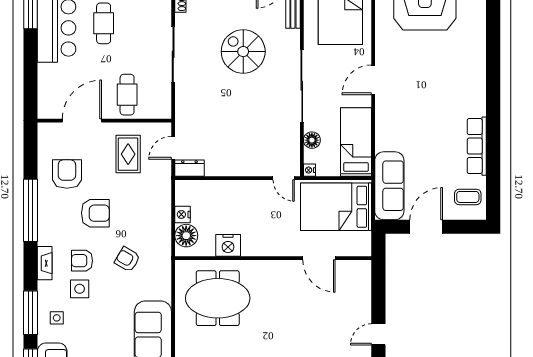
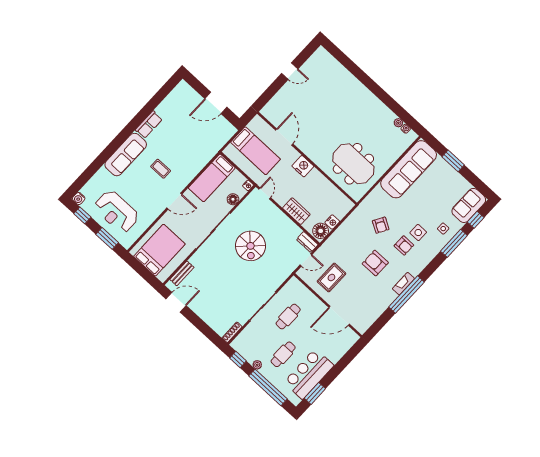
spiral stairs: (243, 52) -> (250, 246), moved
cafe table: (127, 95) -> (288, 317), moved
row of seats: (477, 146) -> (149, 125), width x0.68
armchair: (67, 174) -> (371, 296), removed
sofa: (389, 186) -> (126, 155), moved, turned 180
wardrobe: (232, 190) -> (296, 211), added
coffee table: (468, 197) -> (161, 169), moved
bed: (336, 207) -> (255, 151), width x0.67
floor lamp: (186, 236) -> (321, 231), moved
nightstand: (228, 245) -> (303, 166), moved
fireplace: (45, 263) -> (403, 284), moved

